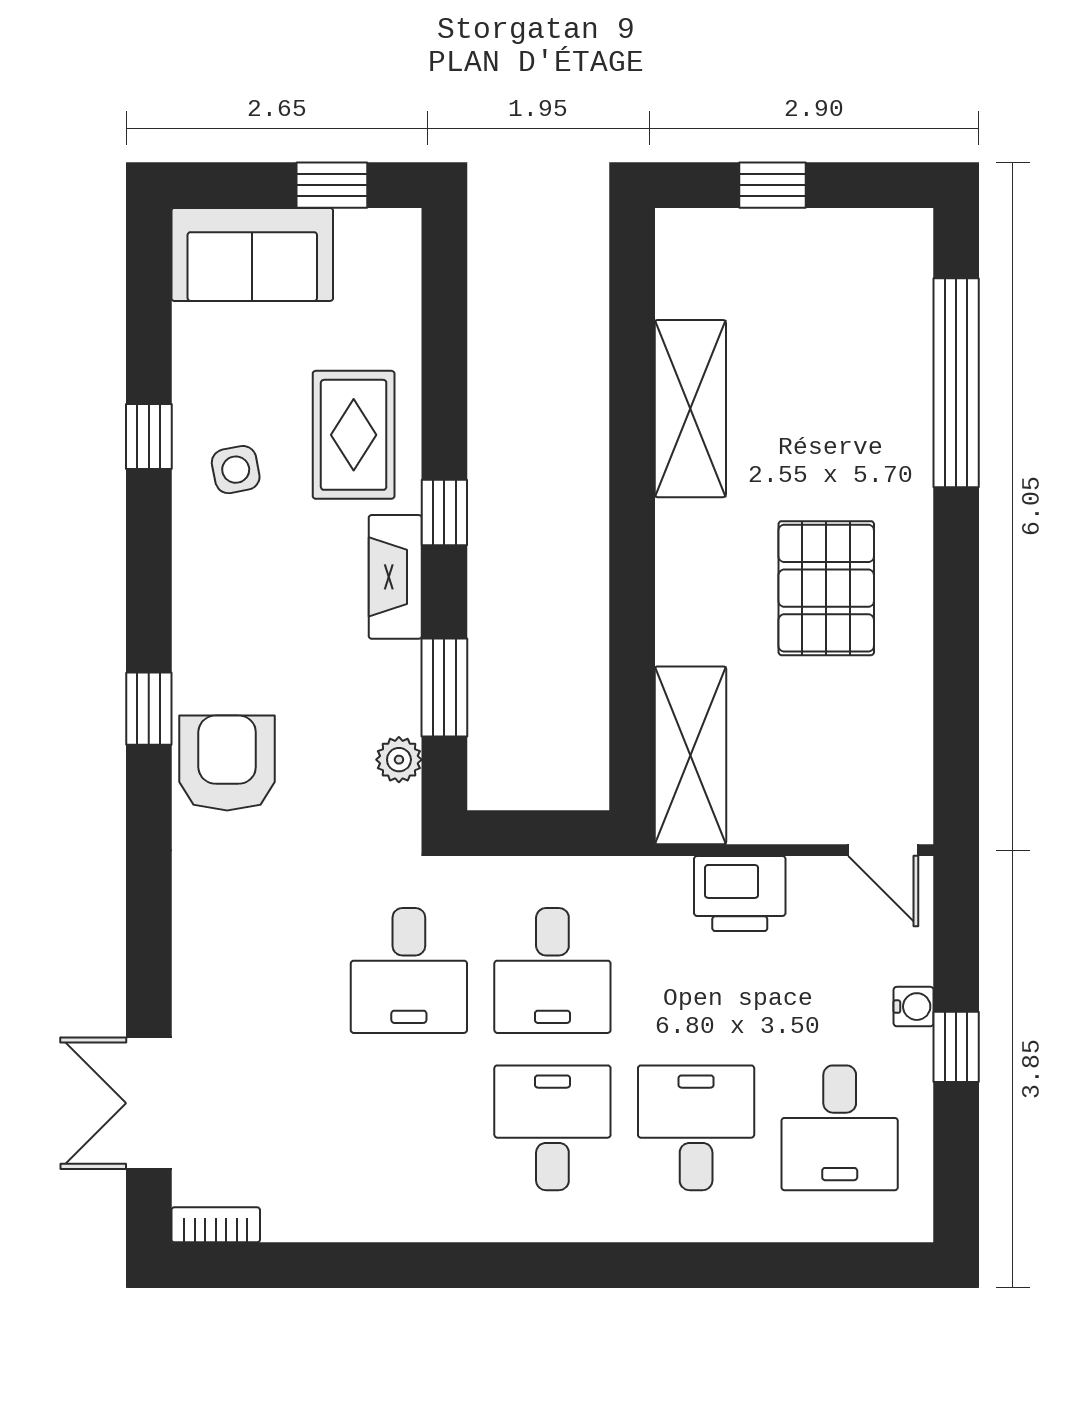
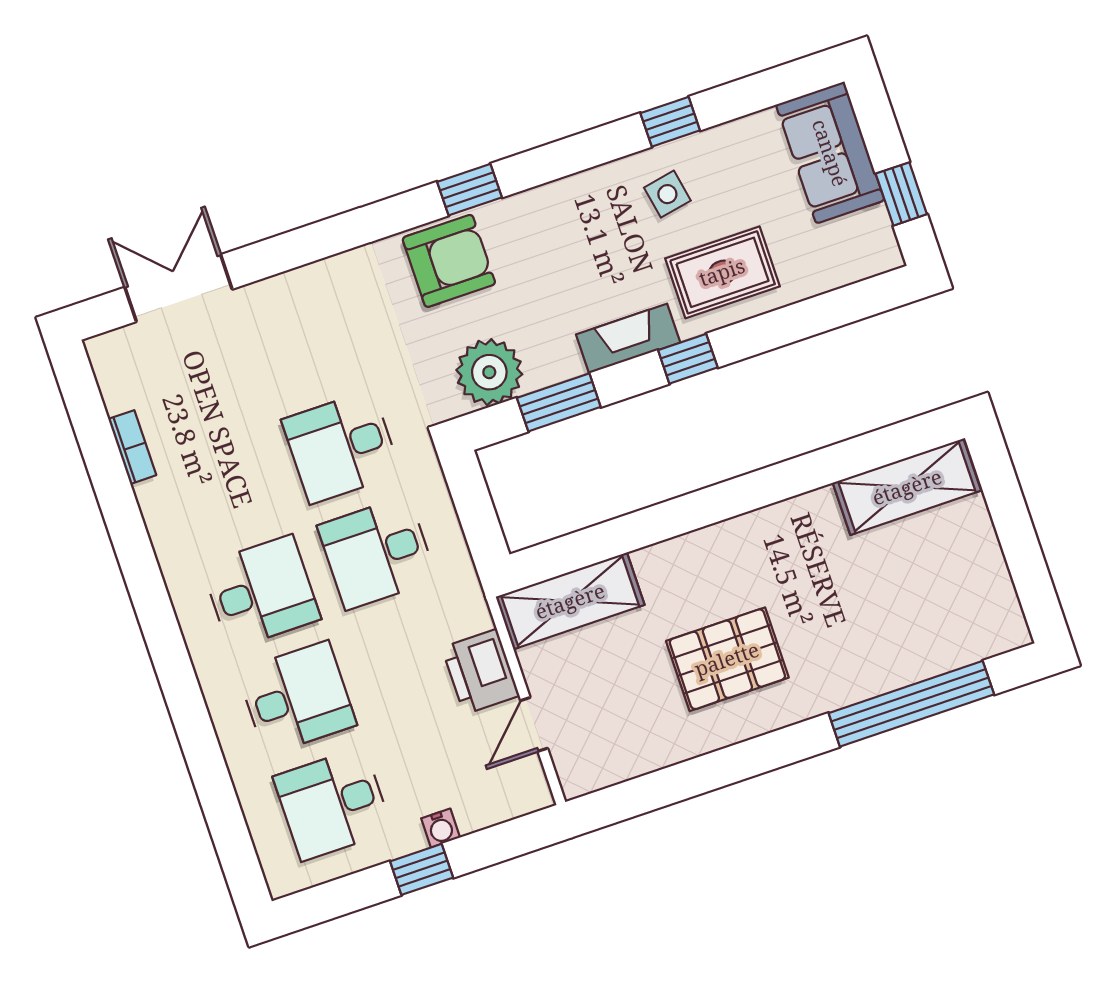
window: (772, 185) -> (1011, 519), removed
shelving: (690, 409) -> (907, 487), moved
plant: (399, 760) -> (489, 372), width x1.88, depth x1.88
door: (883, 850) -> (534, 724), moved
bookcase: (216, 1225) -> (132, 447), moved

